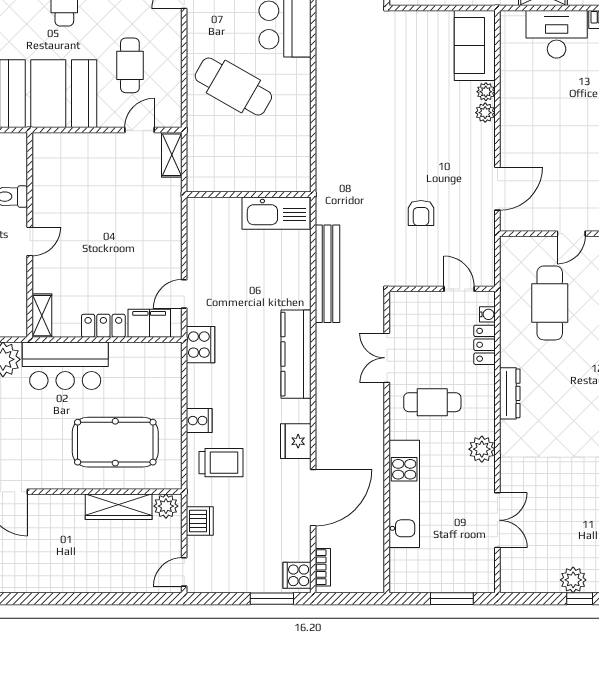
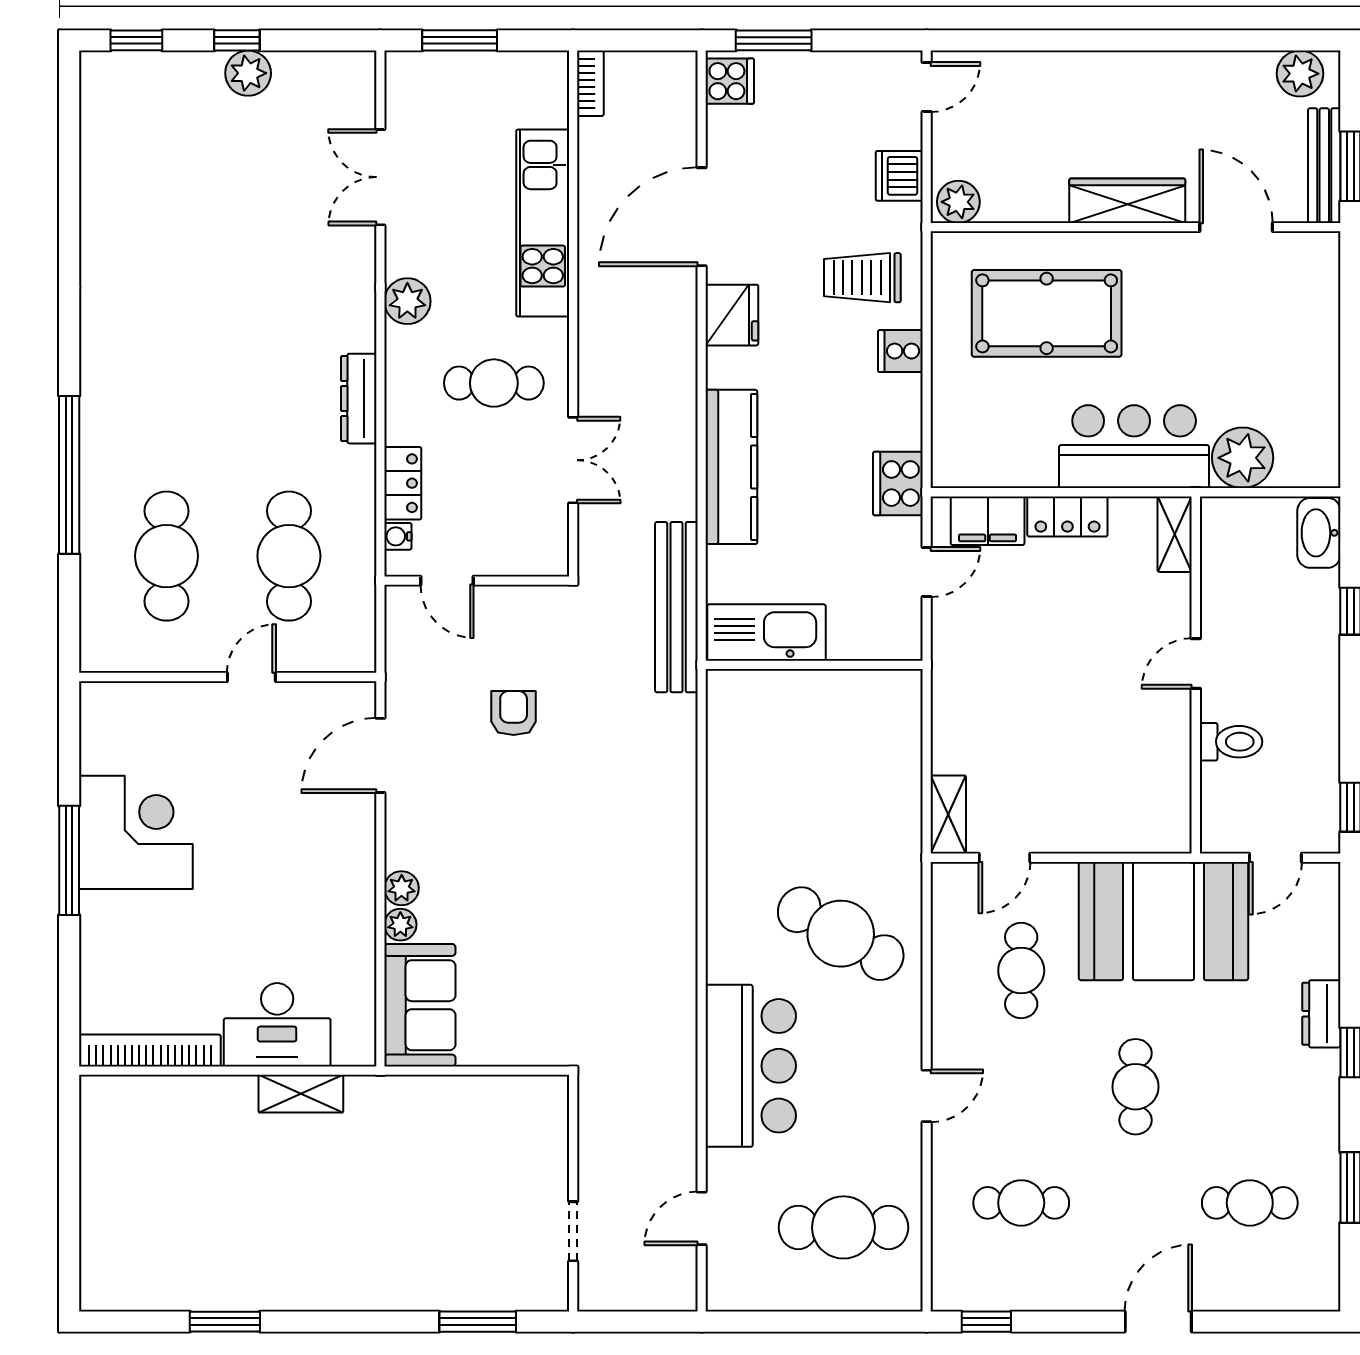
wall: (249, 195) -> (814, 665), moved
kitchen sink: (276, 213) -> (766, 633), moved
wardrobe: (119, 507) -> (1127, 201), moved
bookcase: (323, 567) -> (590, 83), moved, turned 180

